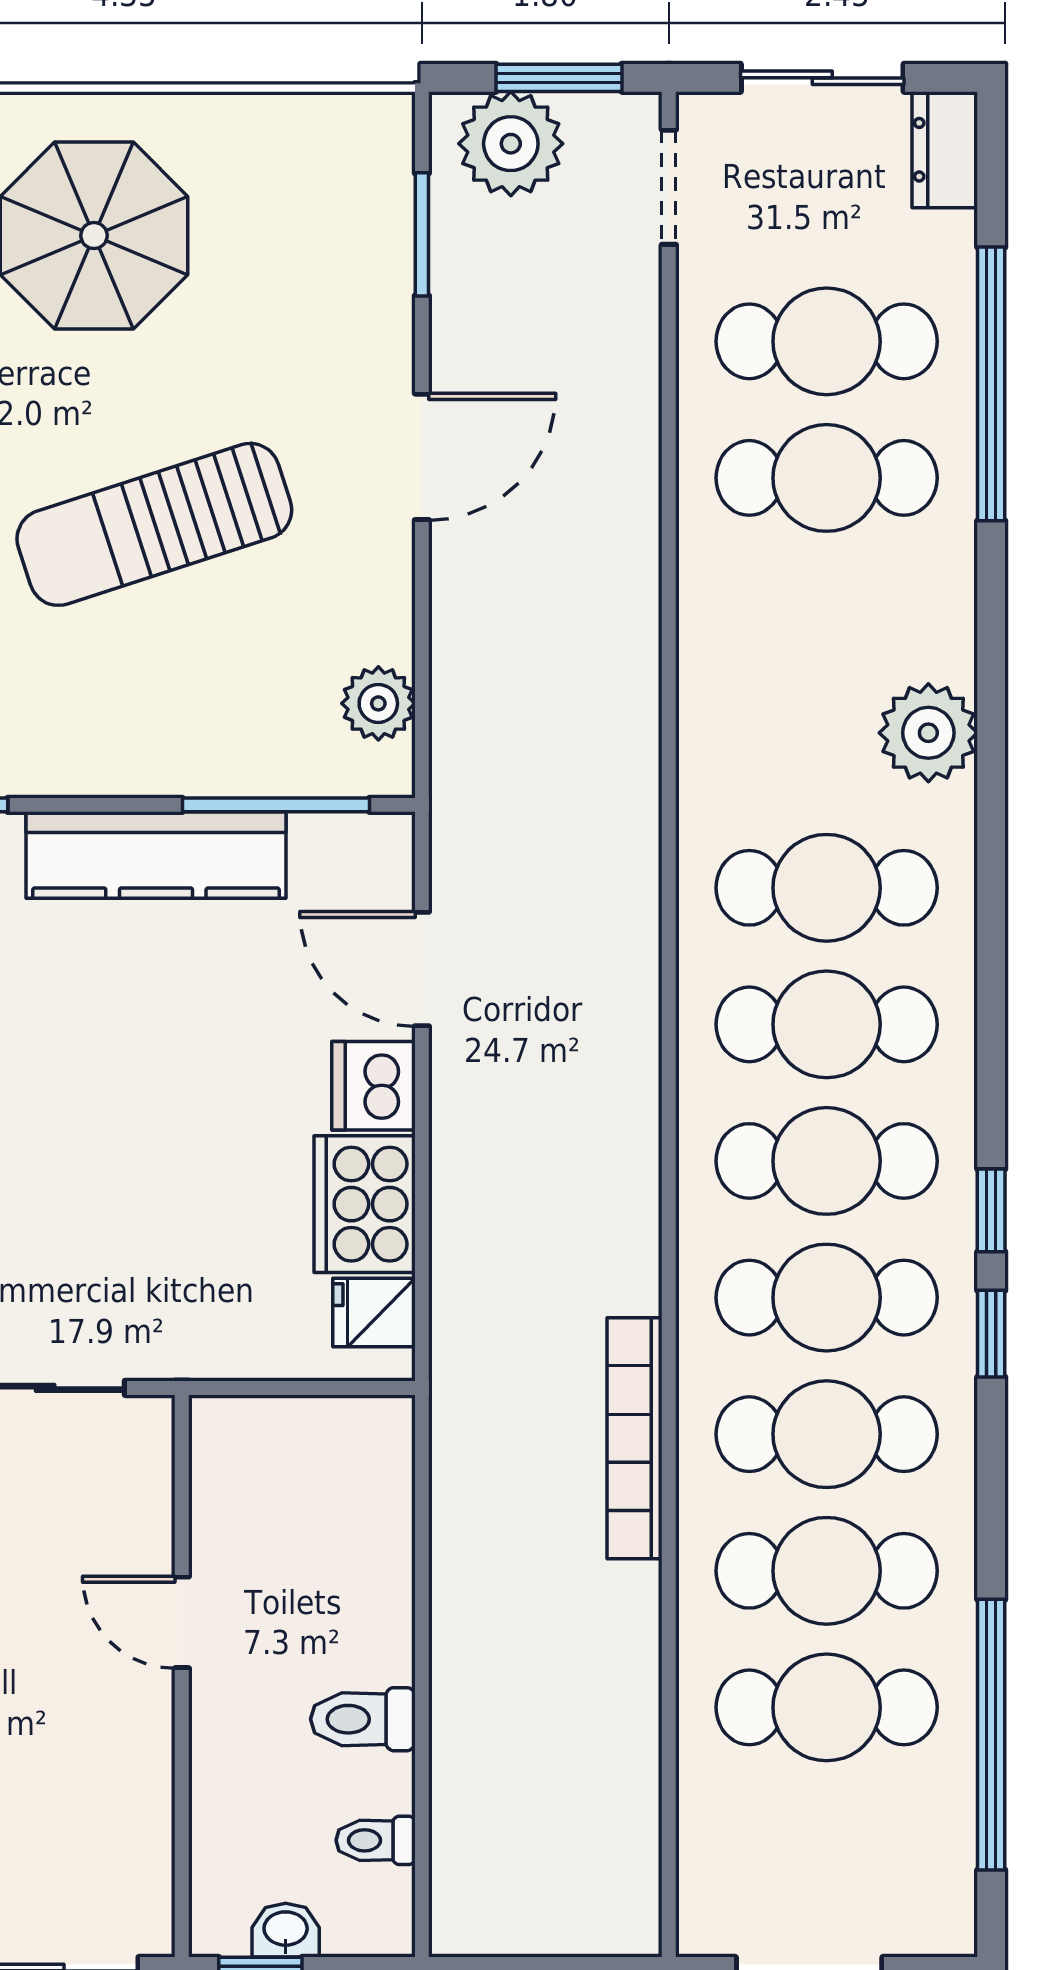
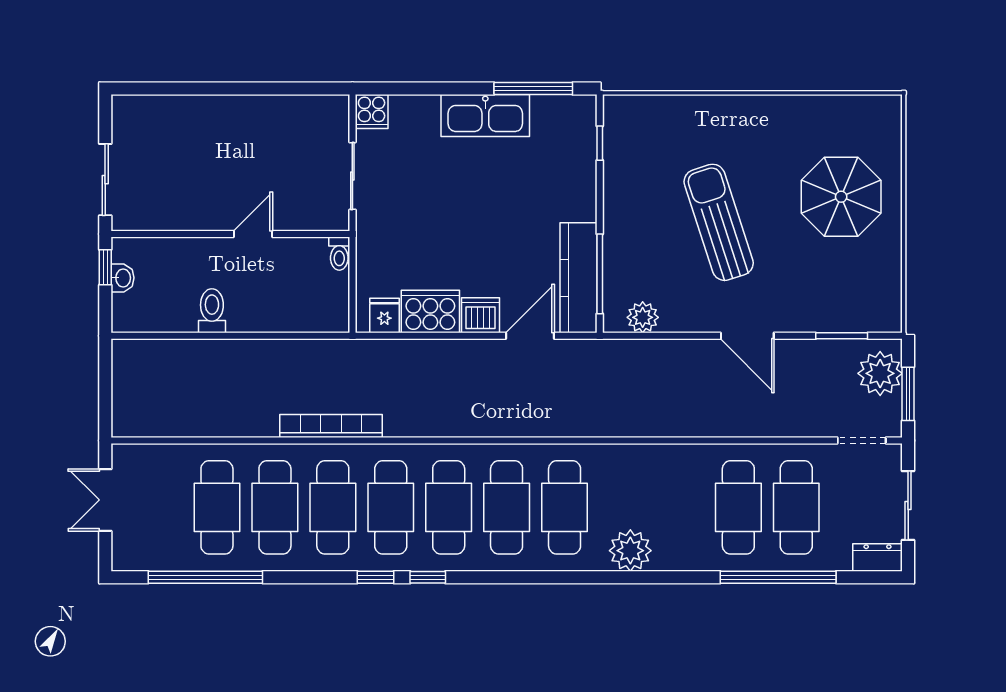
kitchen counter: (156, 855) -> (578, 278), moved
toilet: (376, 1840) -> (339, 254), moved, turned 180

